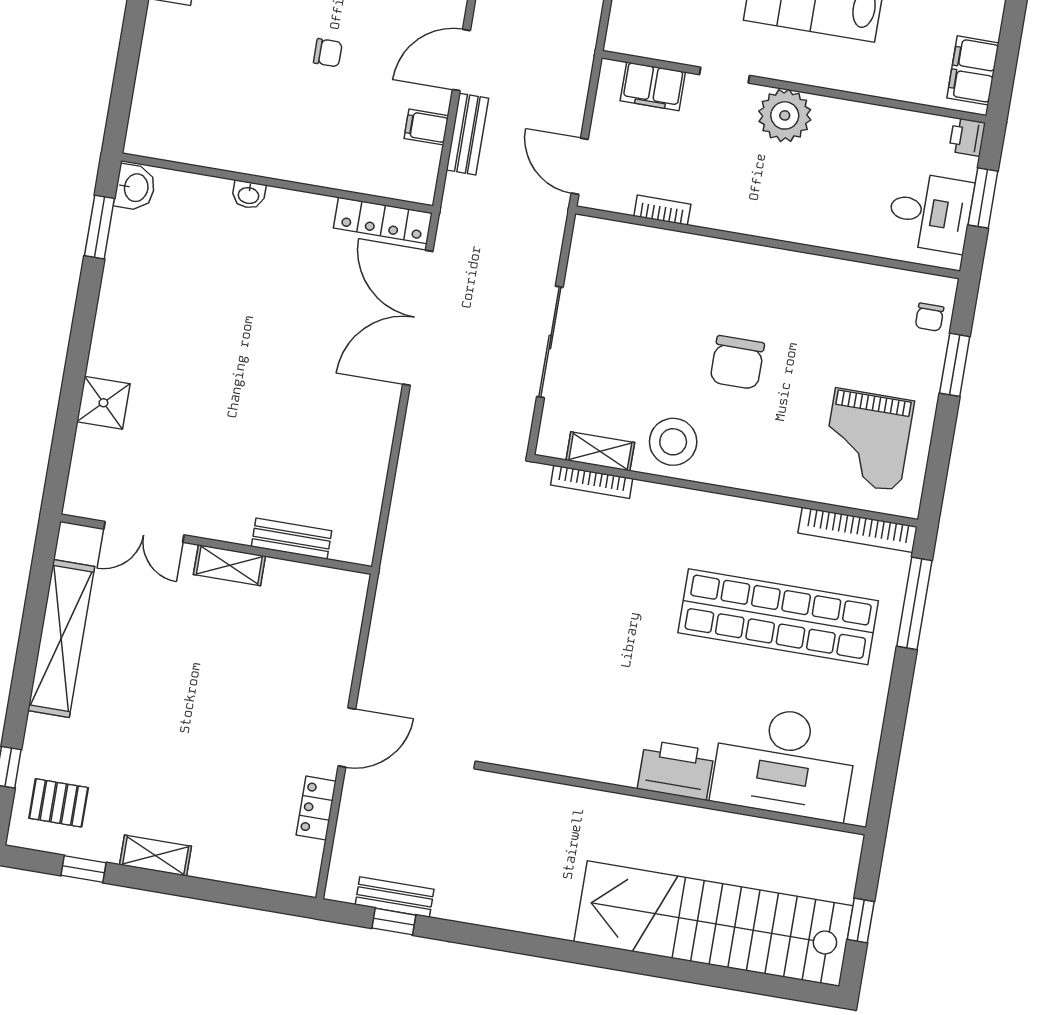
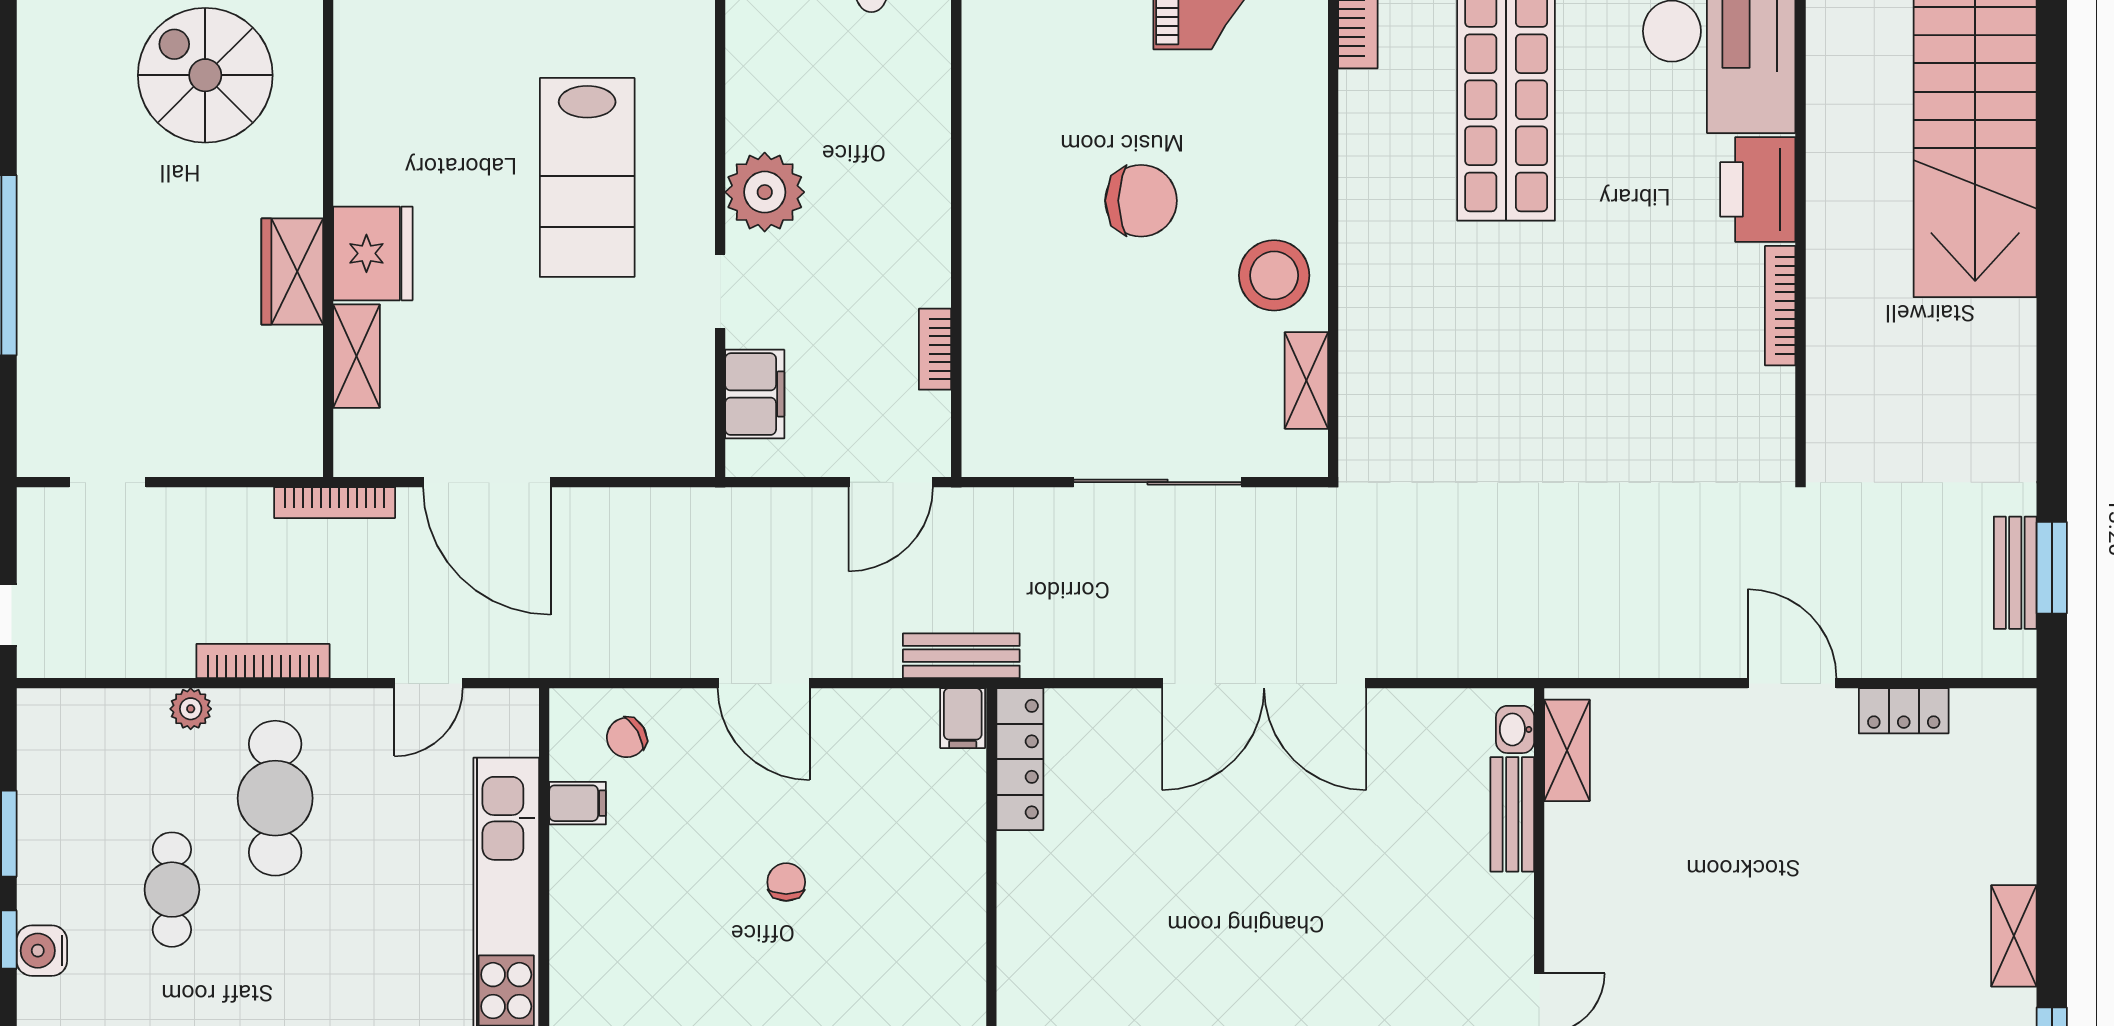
filing cabinet: (426, 127) -> (963, 718), moved
bench: (467, 134) -> (961, 656), moved
washbasin: (249, 195) -> (1515, 729), moved, turned 180
double door: (418, 318) -> (1264, 683), moved
bookcase: (592, 482) -> (1780, 306), moved, turned 180
shelving: (229, 565) -> (1567, 750), moved
window: (394, 922) -> (2052, 568), width x1.50

